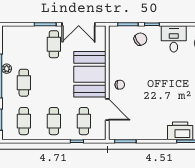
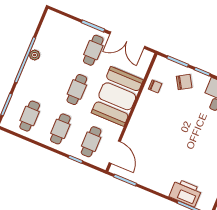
cafe table: (24, 83) -> (77, 90), moved
chair: (120, 85) -> (155, 86), moved
door: (107, 110) -> (115, 152), moved

